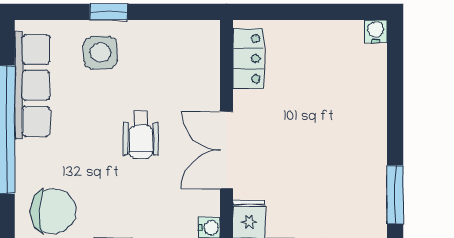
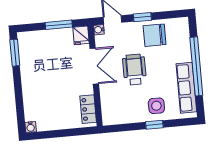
wheelchair: (141, 135) -> (134, 70), width x1.36, depth x1.37
chair: (53, 211) -> (155, 35), moved

